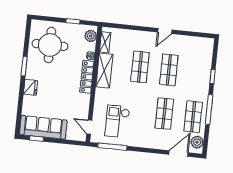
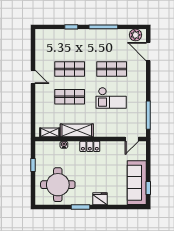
plant: (91, 36) -> (45, 147), removed
locker: (87, 77) -> (90, 146), width x0.66
shop shelf: (193, 117) -> (112, 41), removed
checkout: (117, 121) -> (111, 98), moved

